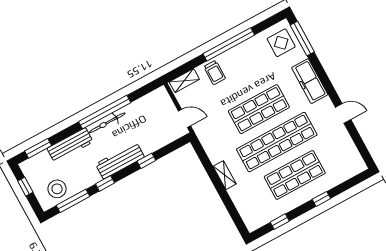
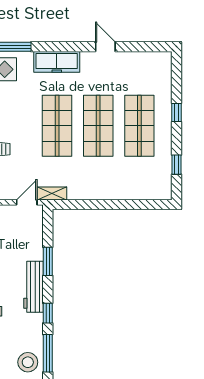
door: (343, 113) -> (105, 47), hinge flipped
shop shelf: (277, 142) -> (98, 126), width x0.71
window: (146, 161) -> (48, 261), width x1.50
shelving: (225, 175) -> (52, 193), moved

